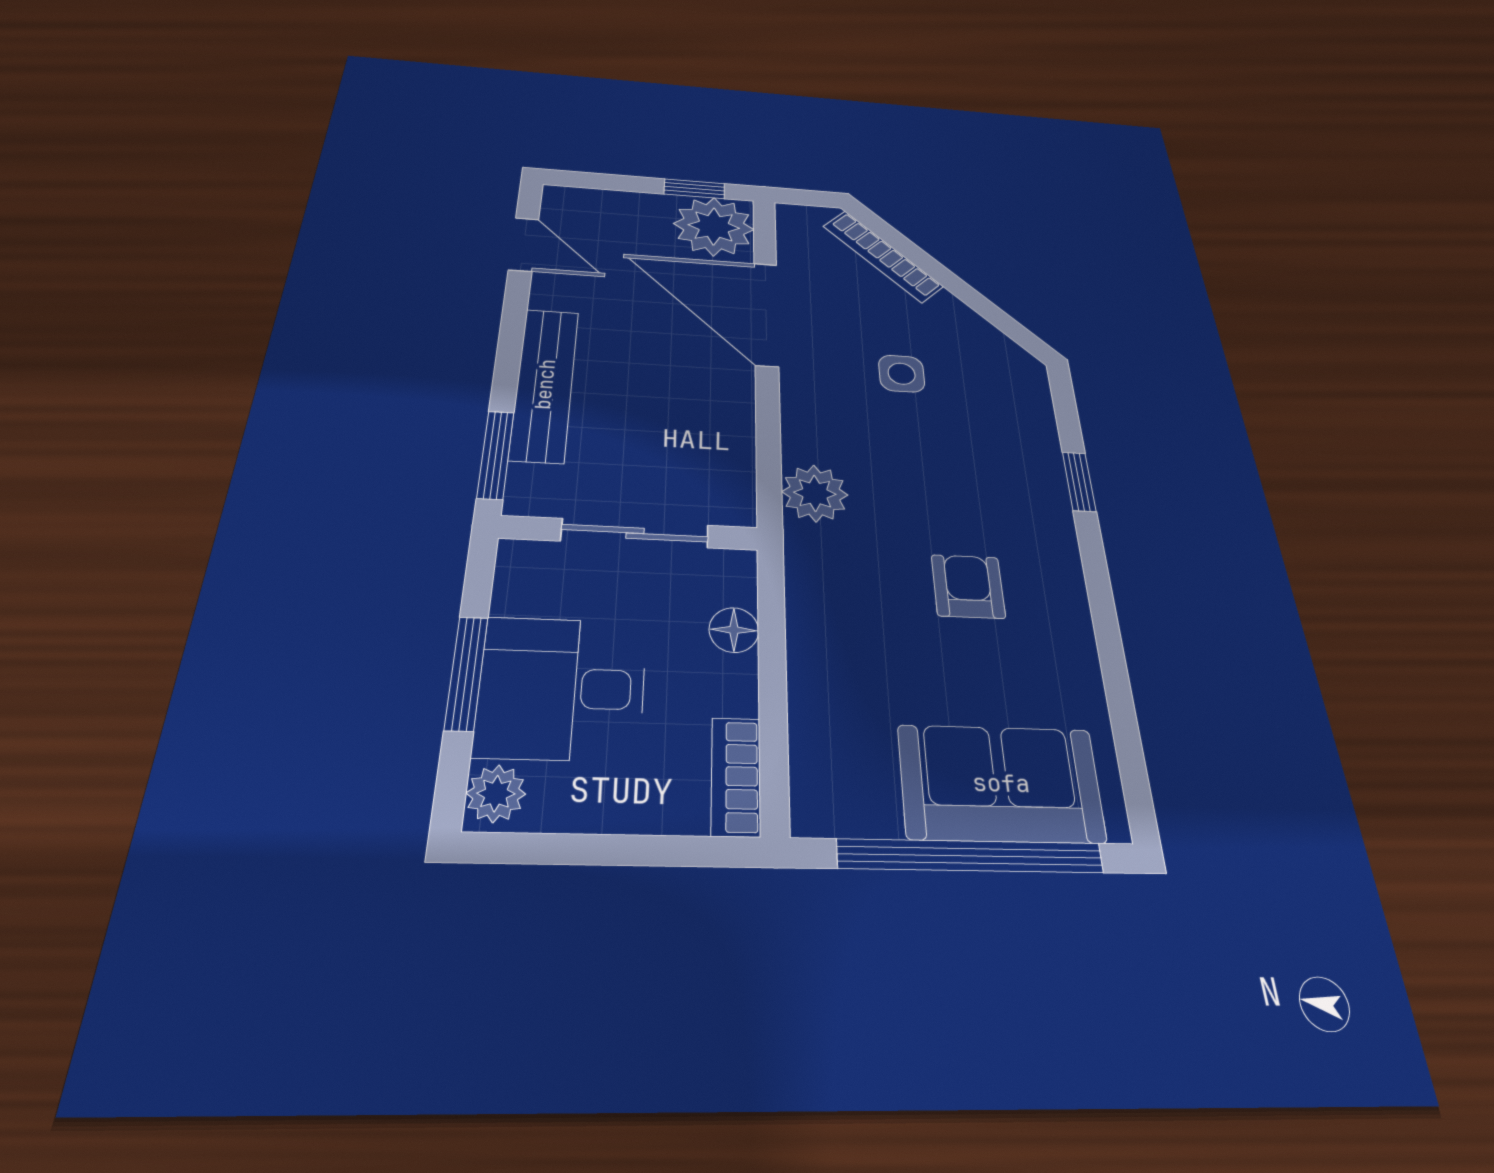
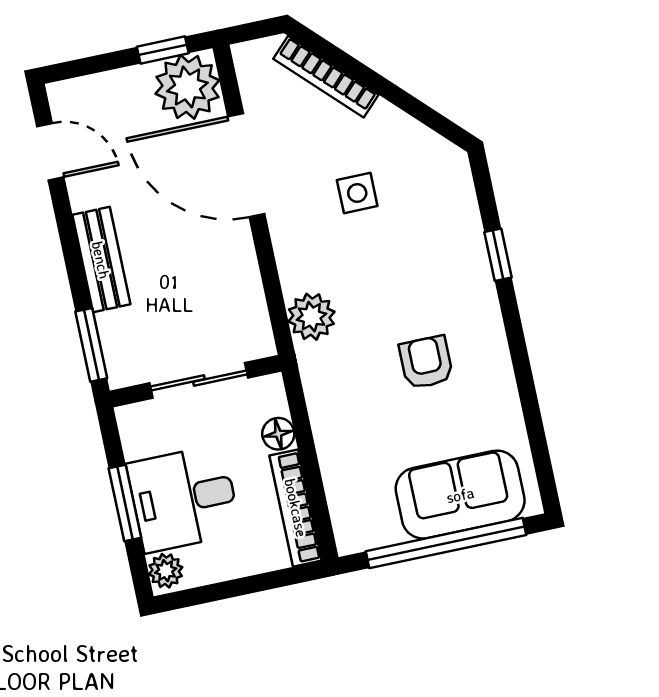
bench: (545, 384) -> (101, 260), width x0.73
bookcase: (736, 776) -> (296, 508), width x1.56

